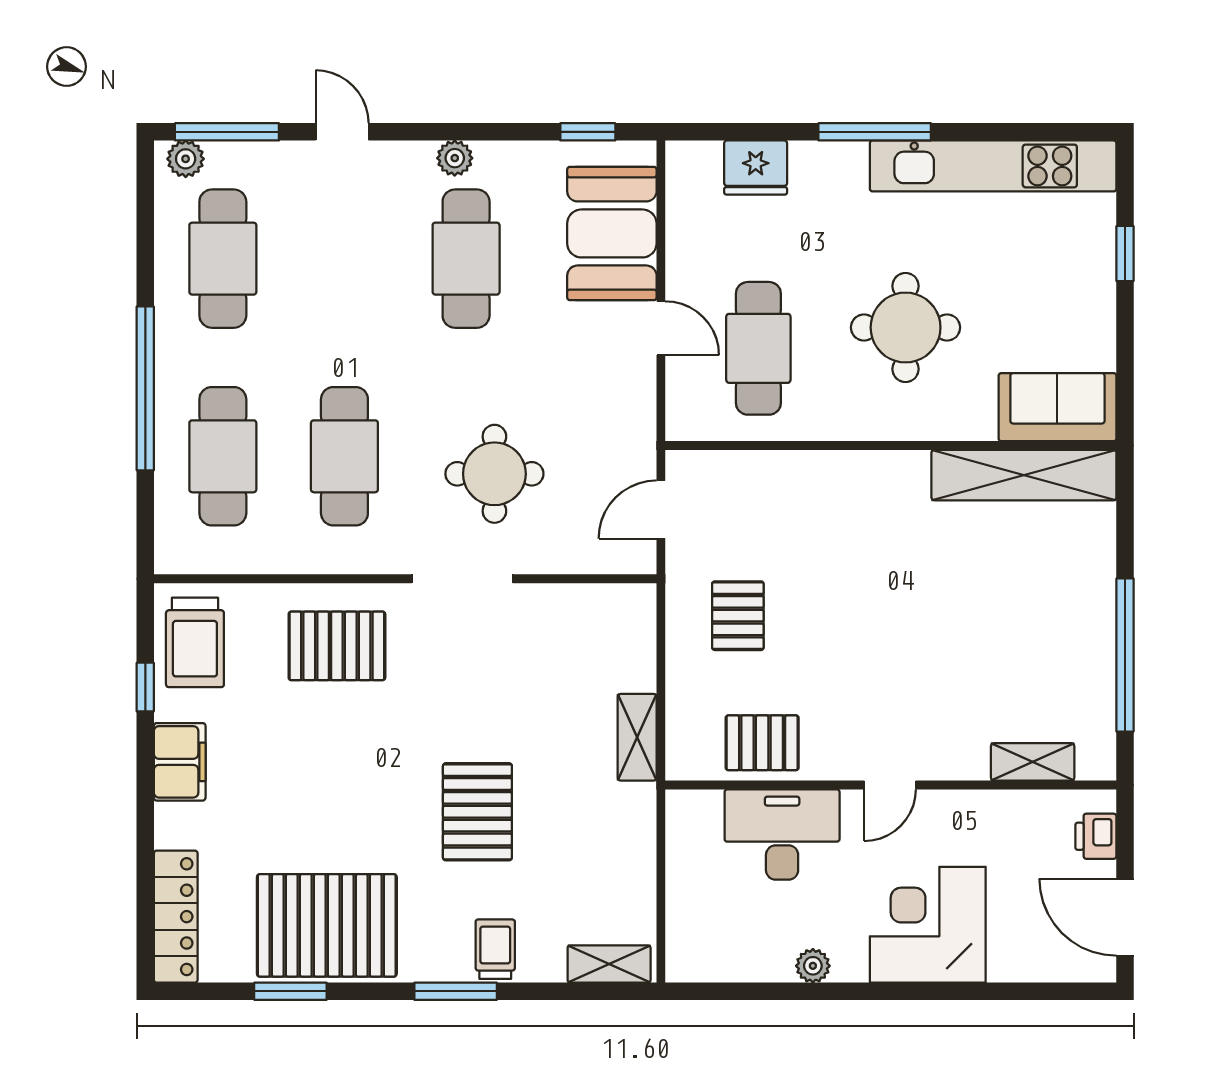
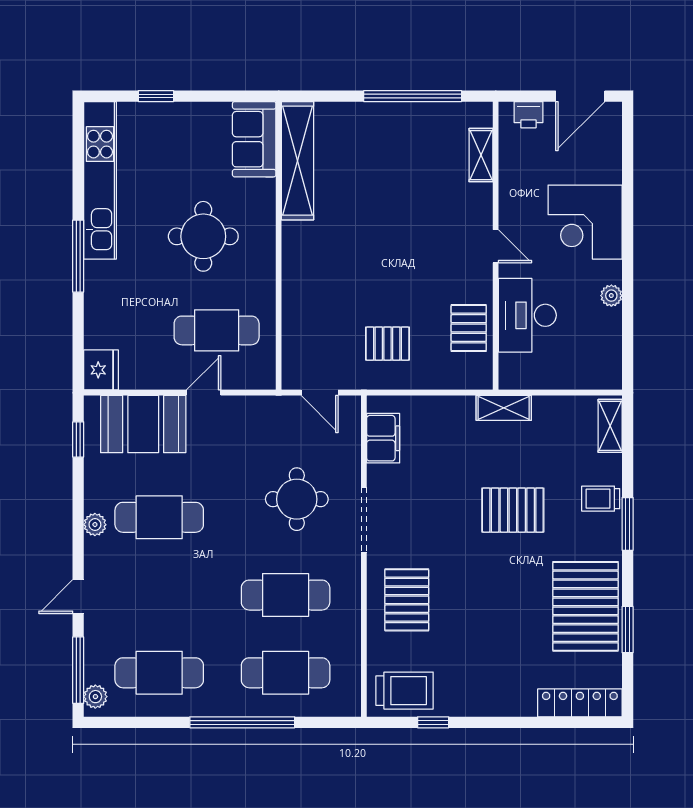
fridge: (756, 168) -> (101, 370), moved
shelving: (637, 737) -> (504, 408), moved
filing cabinet: (180, 762) -> (383, 438), moved, turned 90

